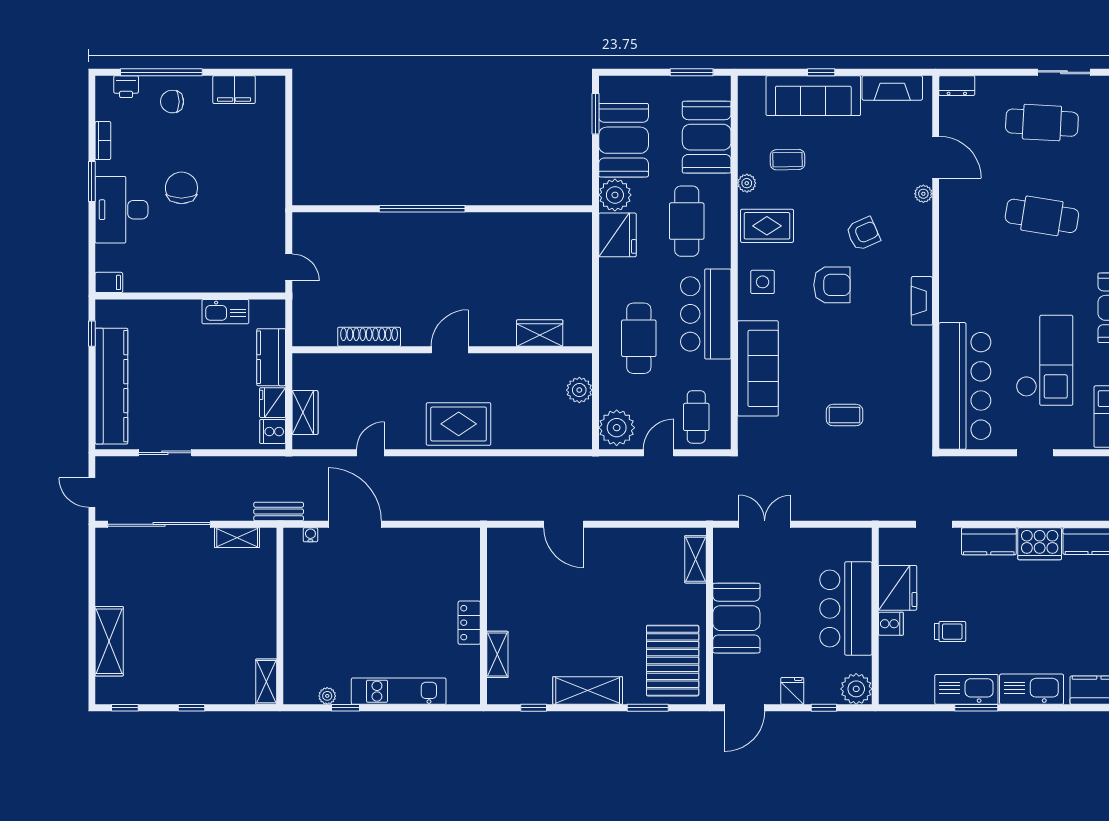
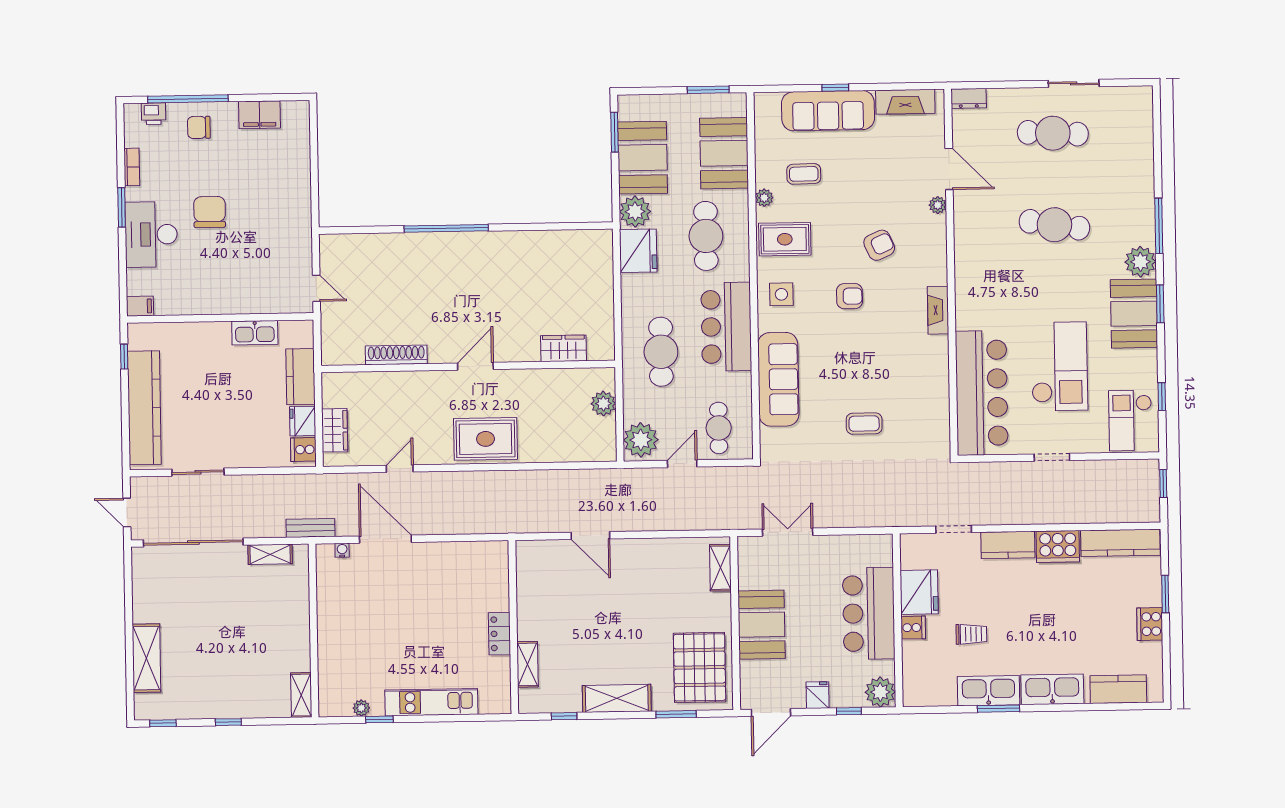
armchair: (832, 285) -> (849, 296), width x0.72, depth x0.72

